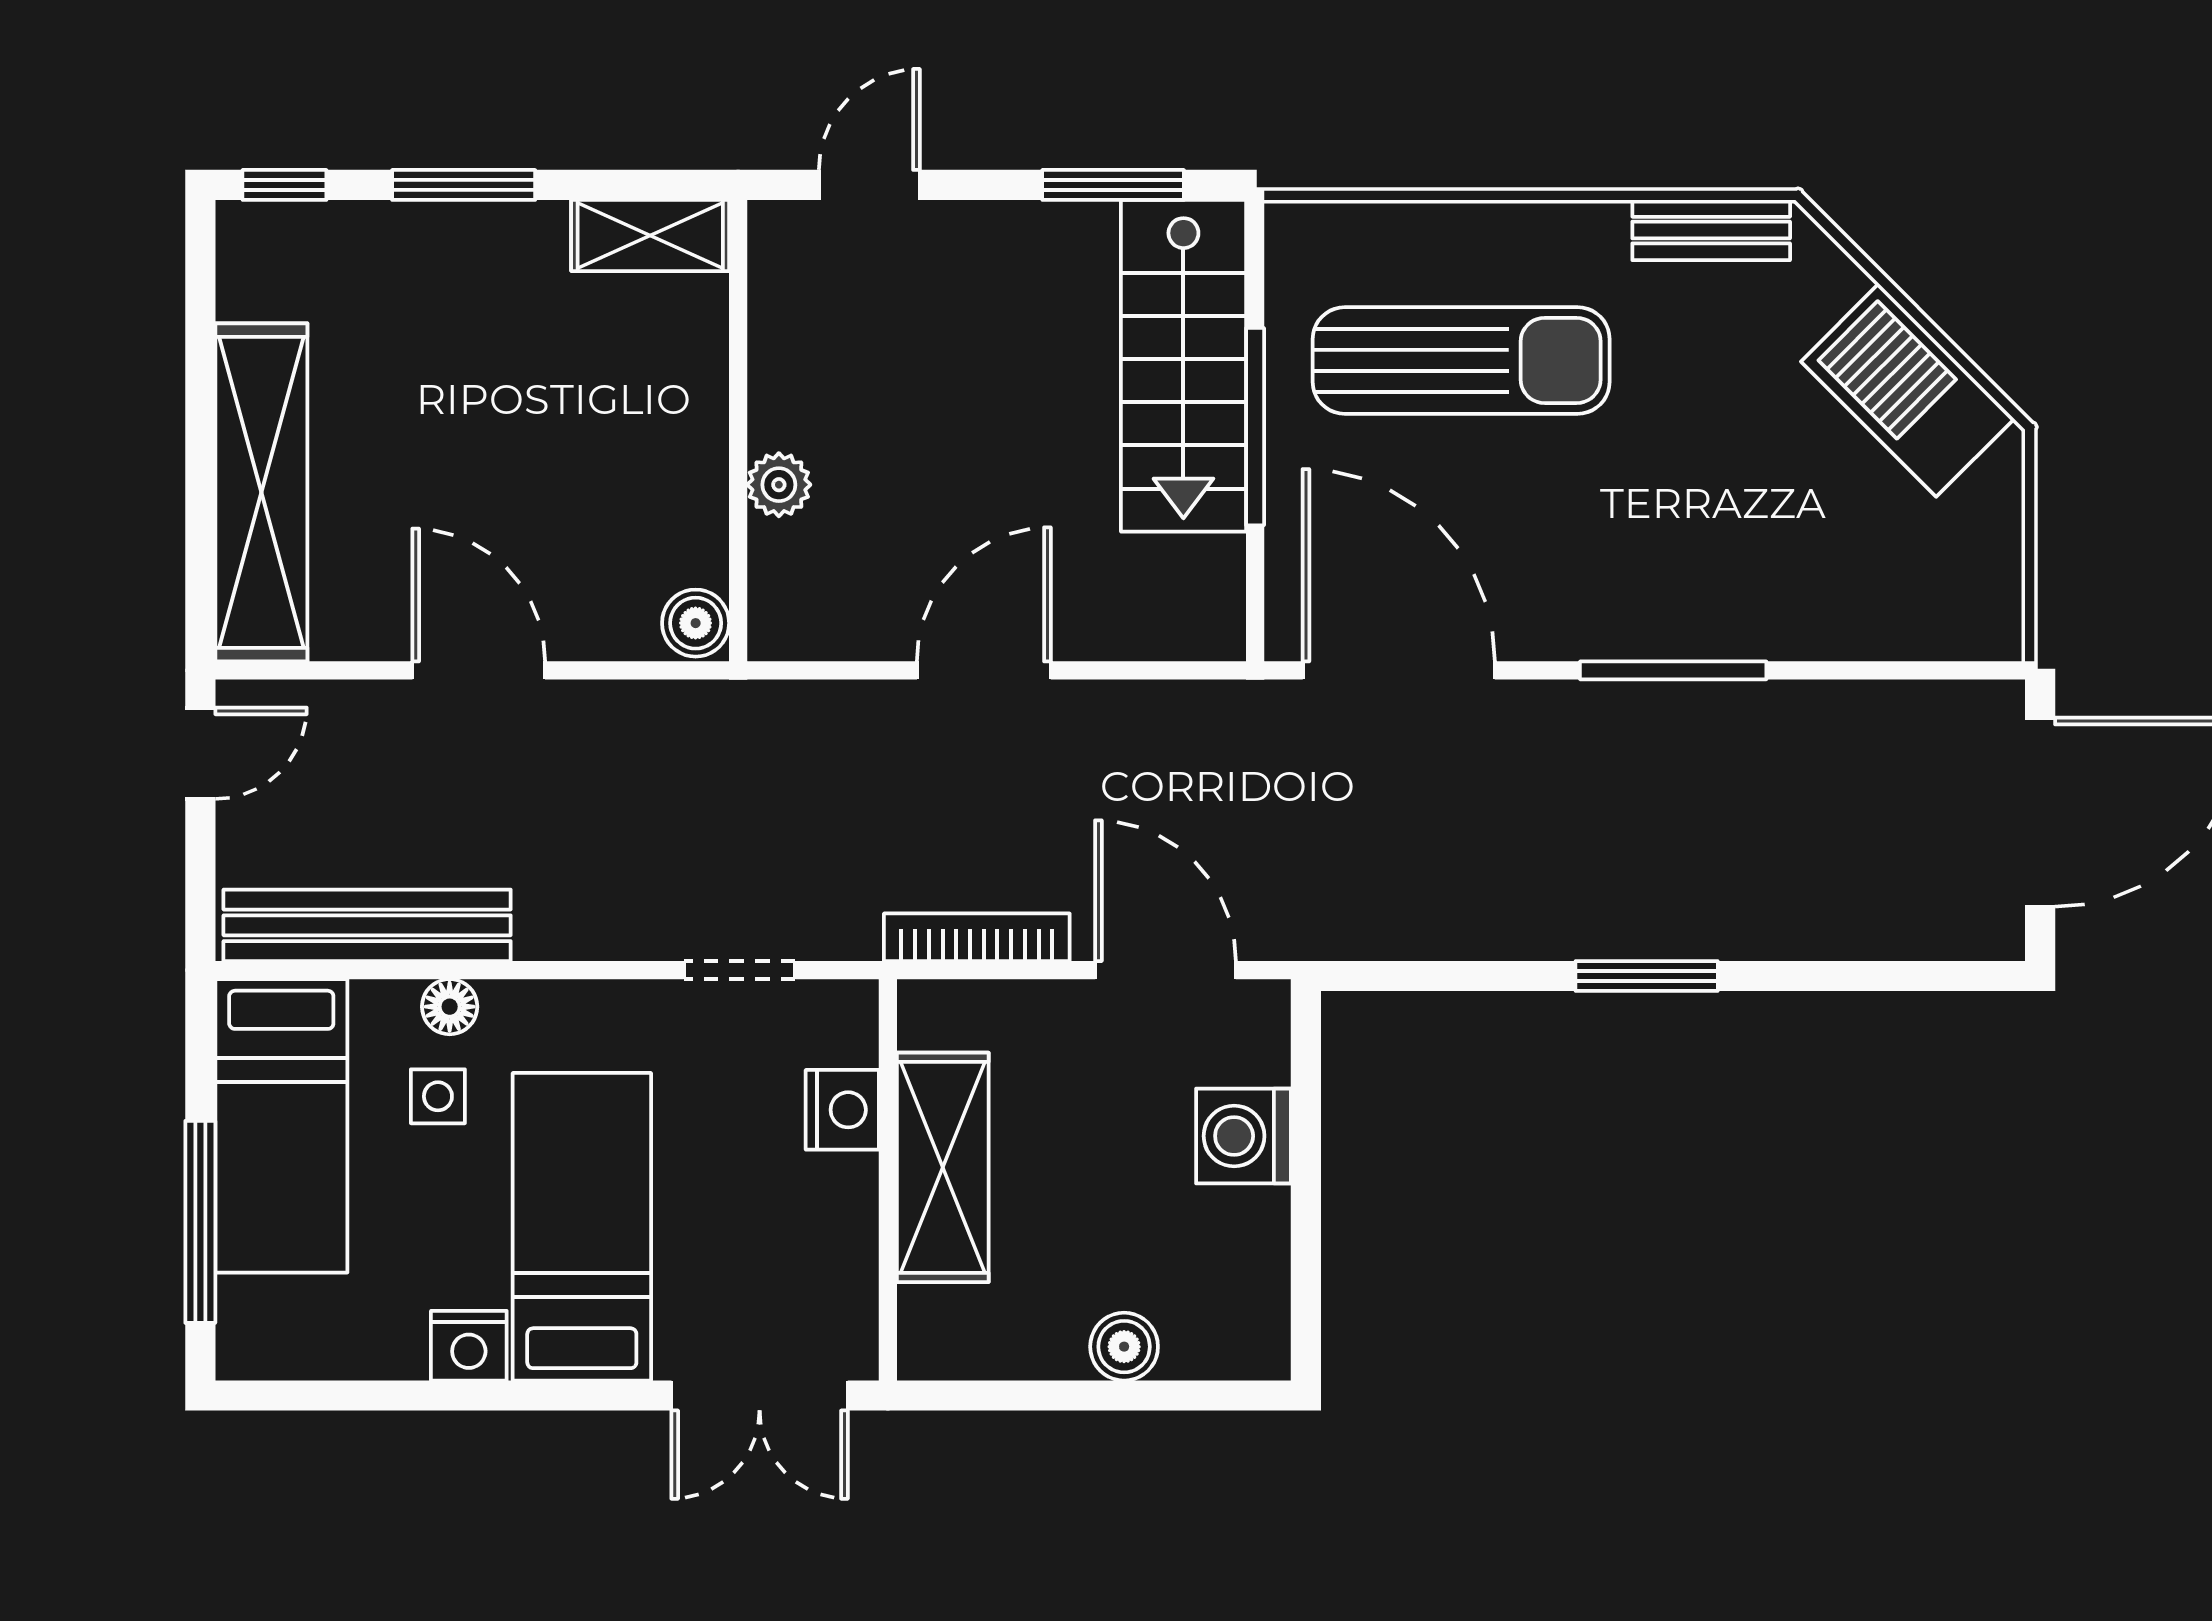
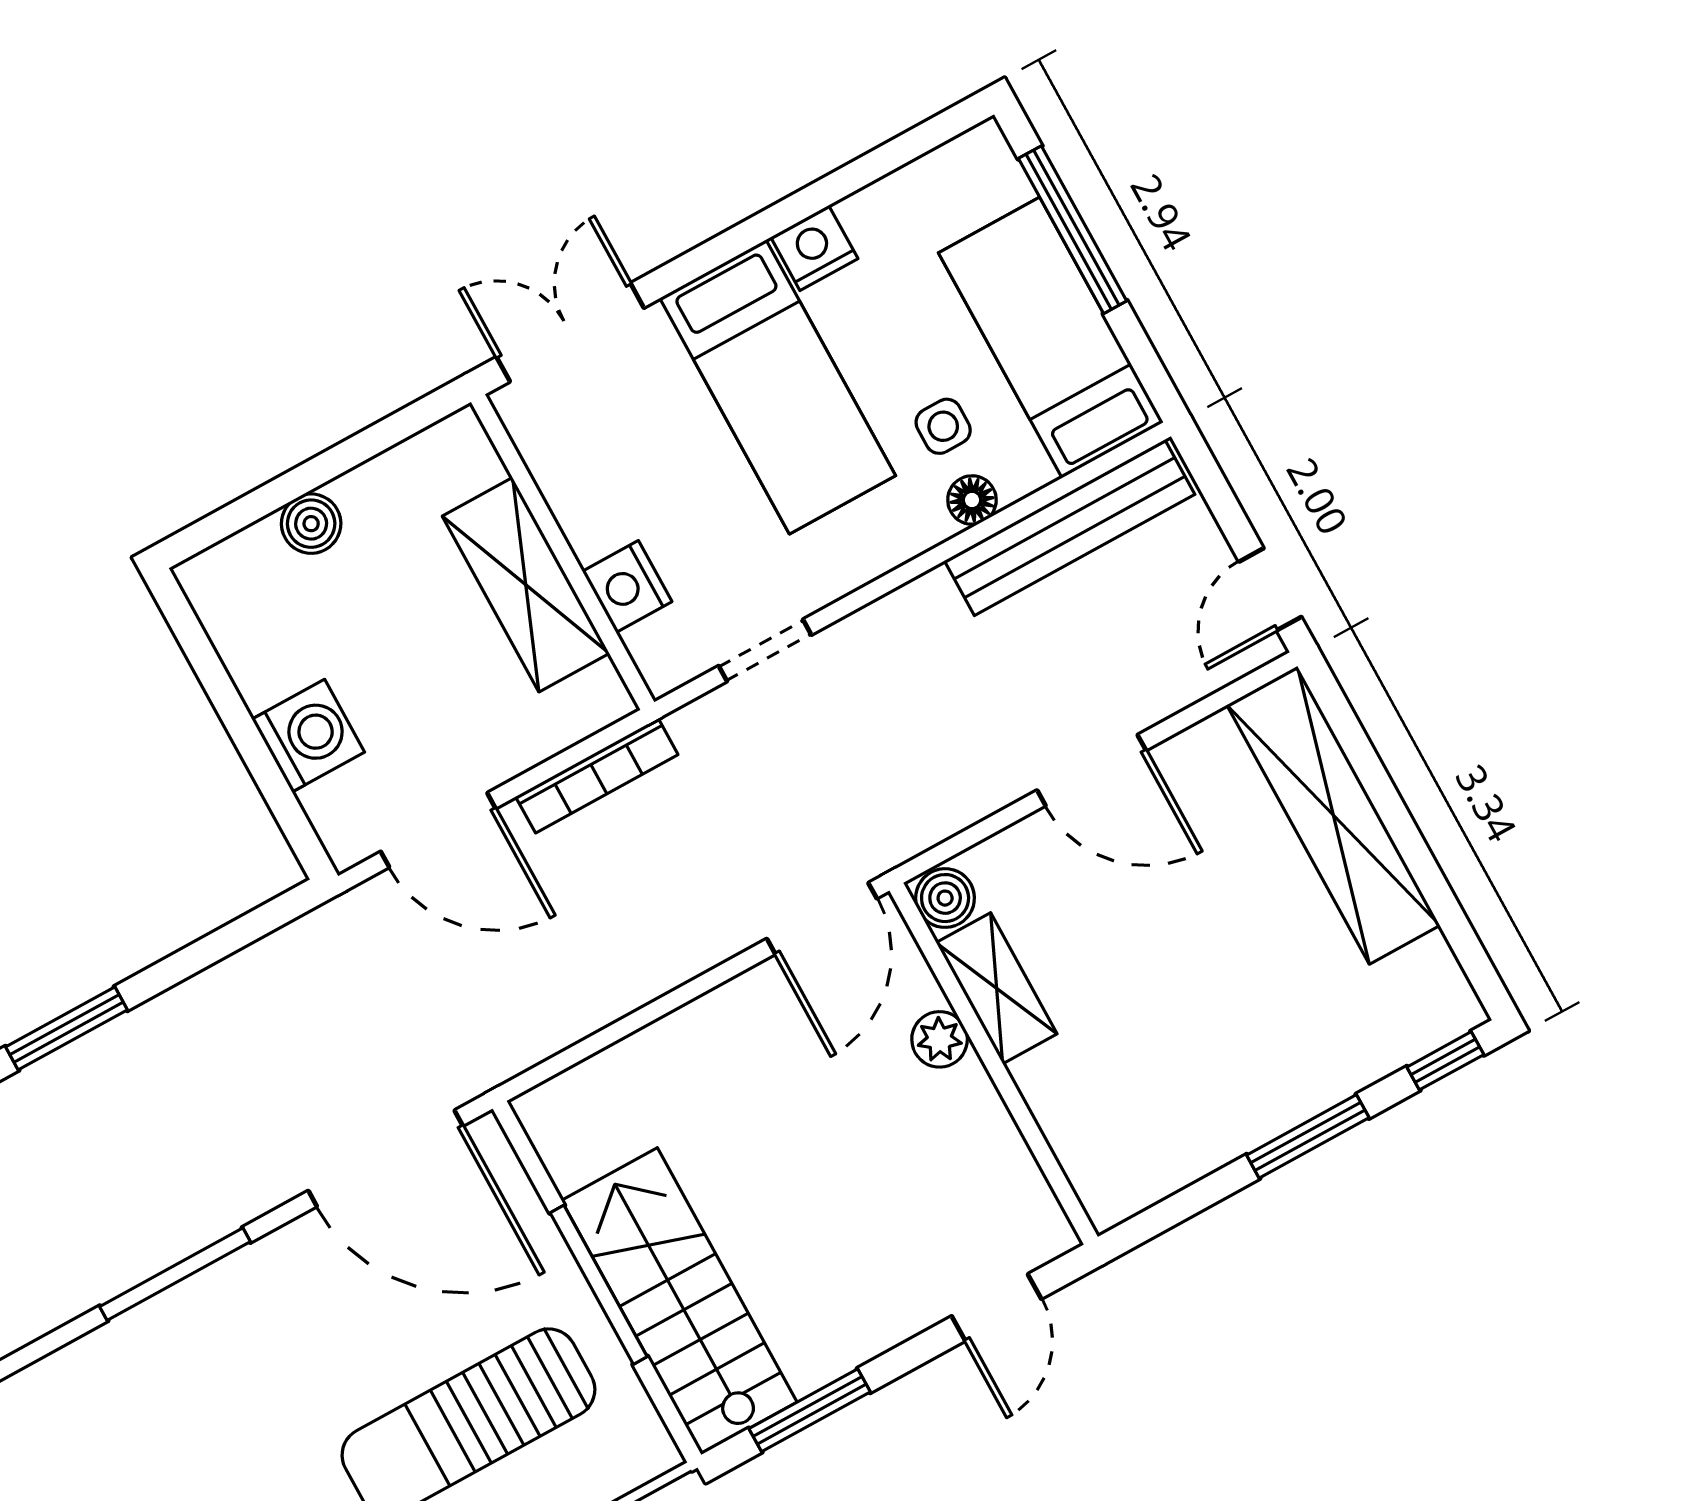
shelving: (650, 235) -> (997, 988), moved, turned 90
door: (984, 670) -> (822, 919), moved

